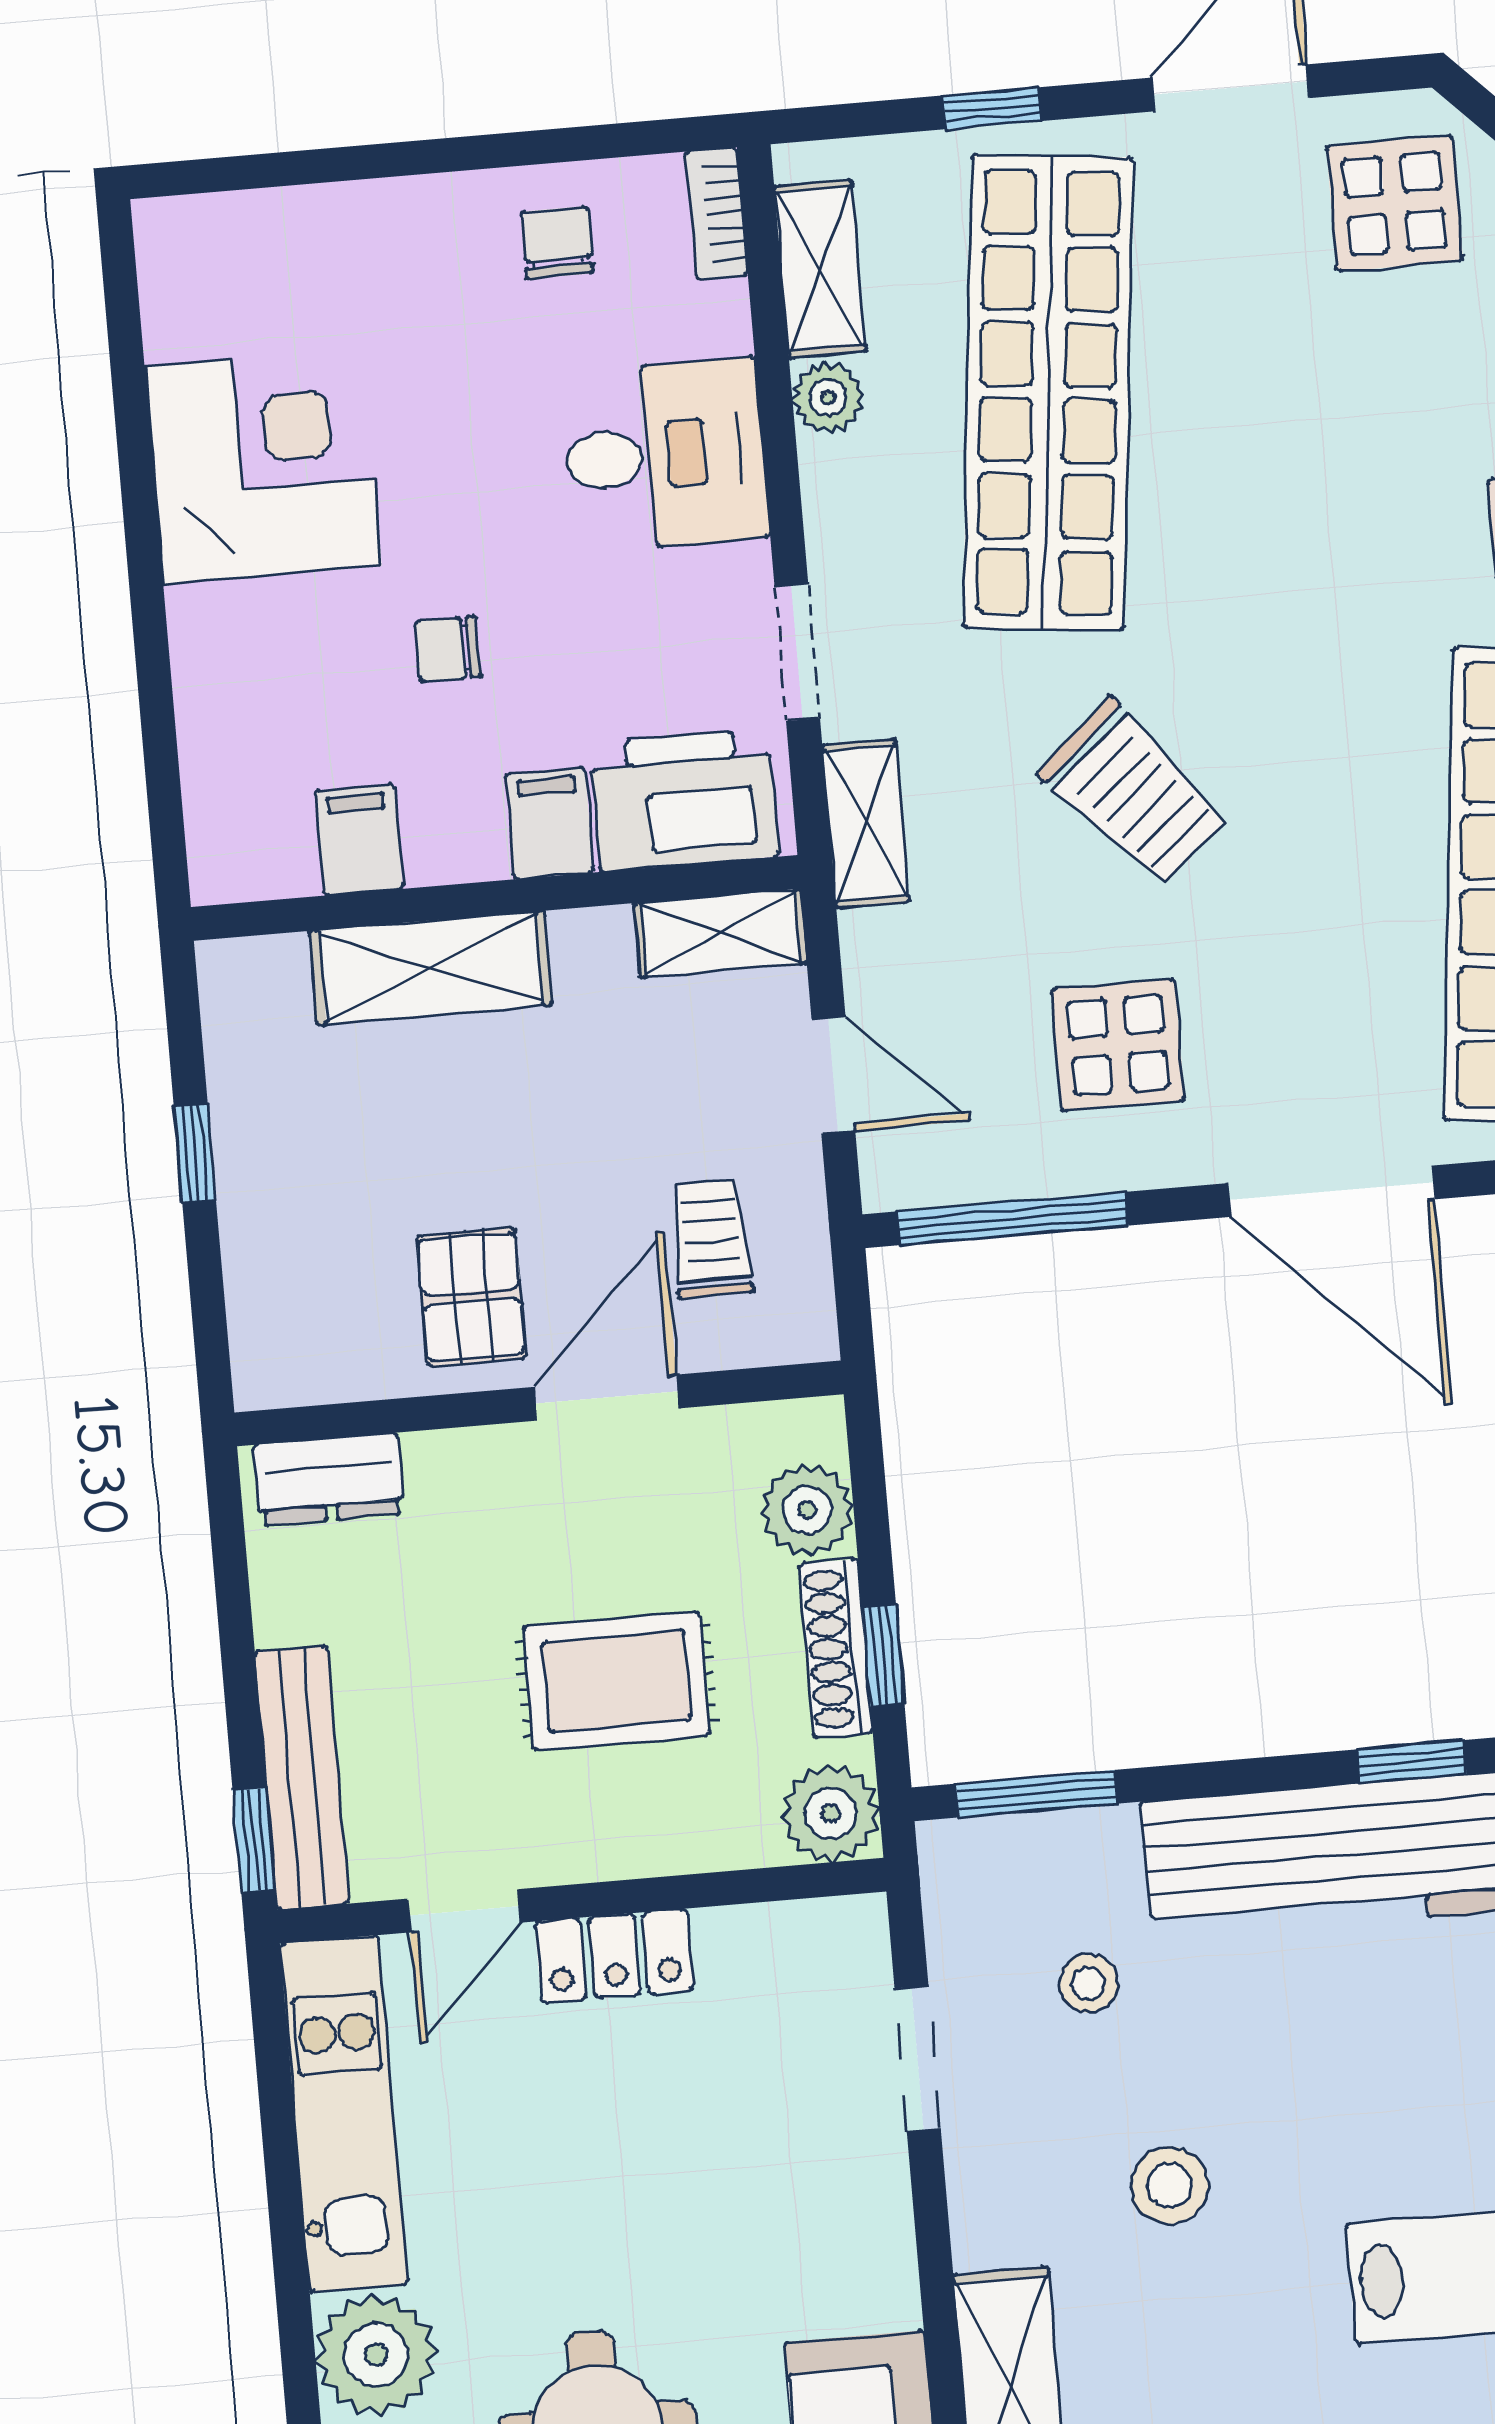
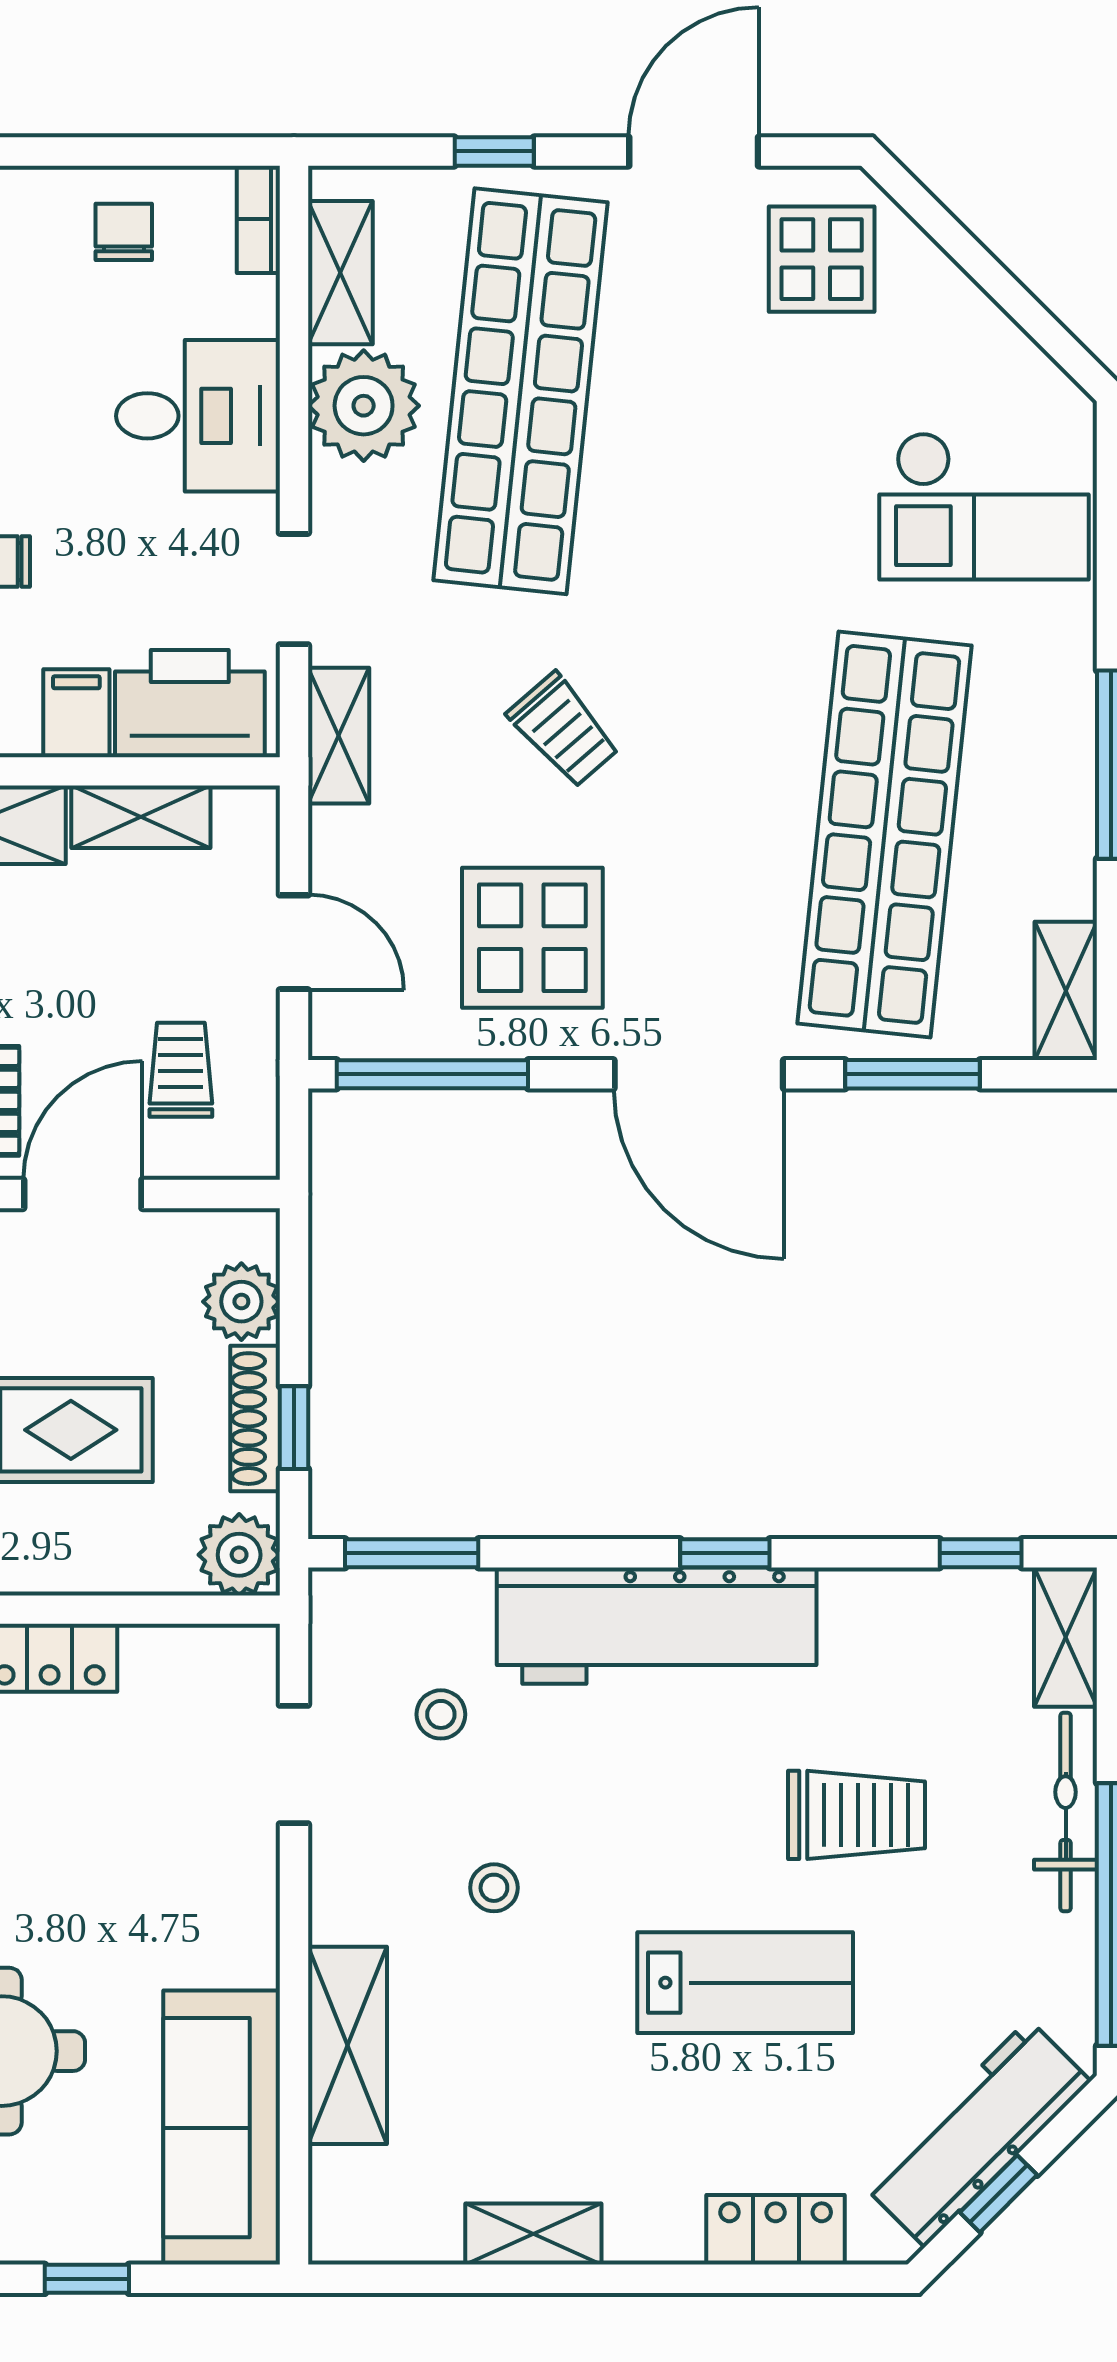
plant: (828, 397) -> (364, 406), width x1.87, depth x1.87
trolley: (1134, 793) -> (564, 730), width x0.73, depth x0.72
shelving: (720, 933) -> (141, 817), moved
display table: (1118, 1045) -> (532, 938), width x1.36, depth x1.36
stool: (1170, 2185) -> (494, 1888), width x0.73, depth x0.73

